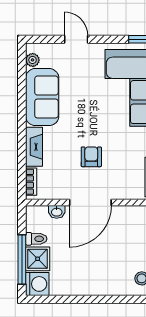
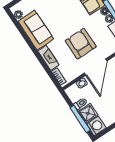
armchair: (91, 157) -> (81, 44), width x1.88, depth x1.88

